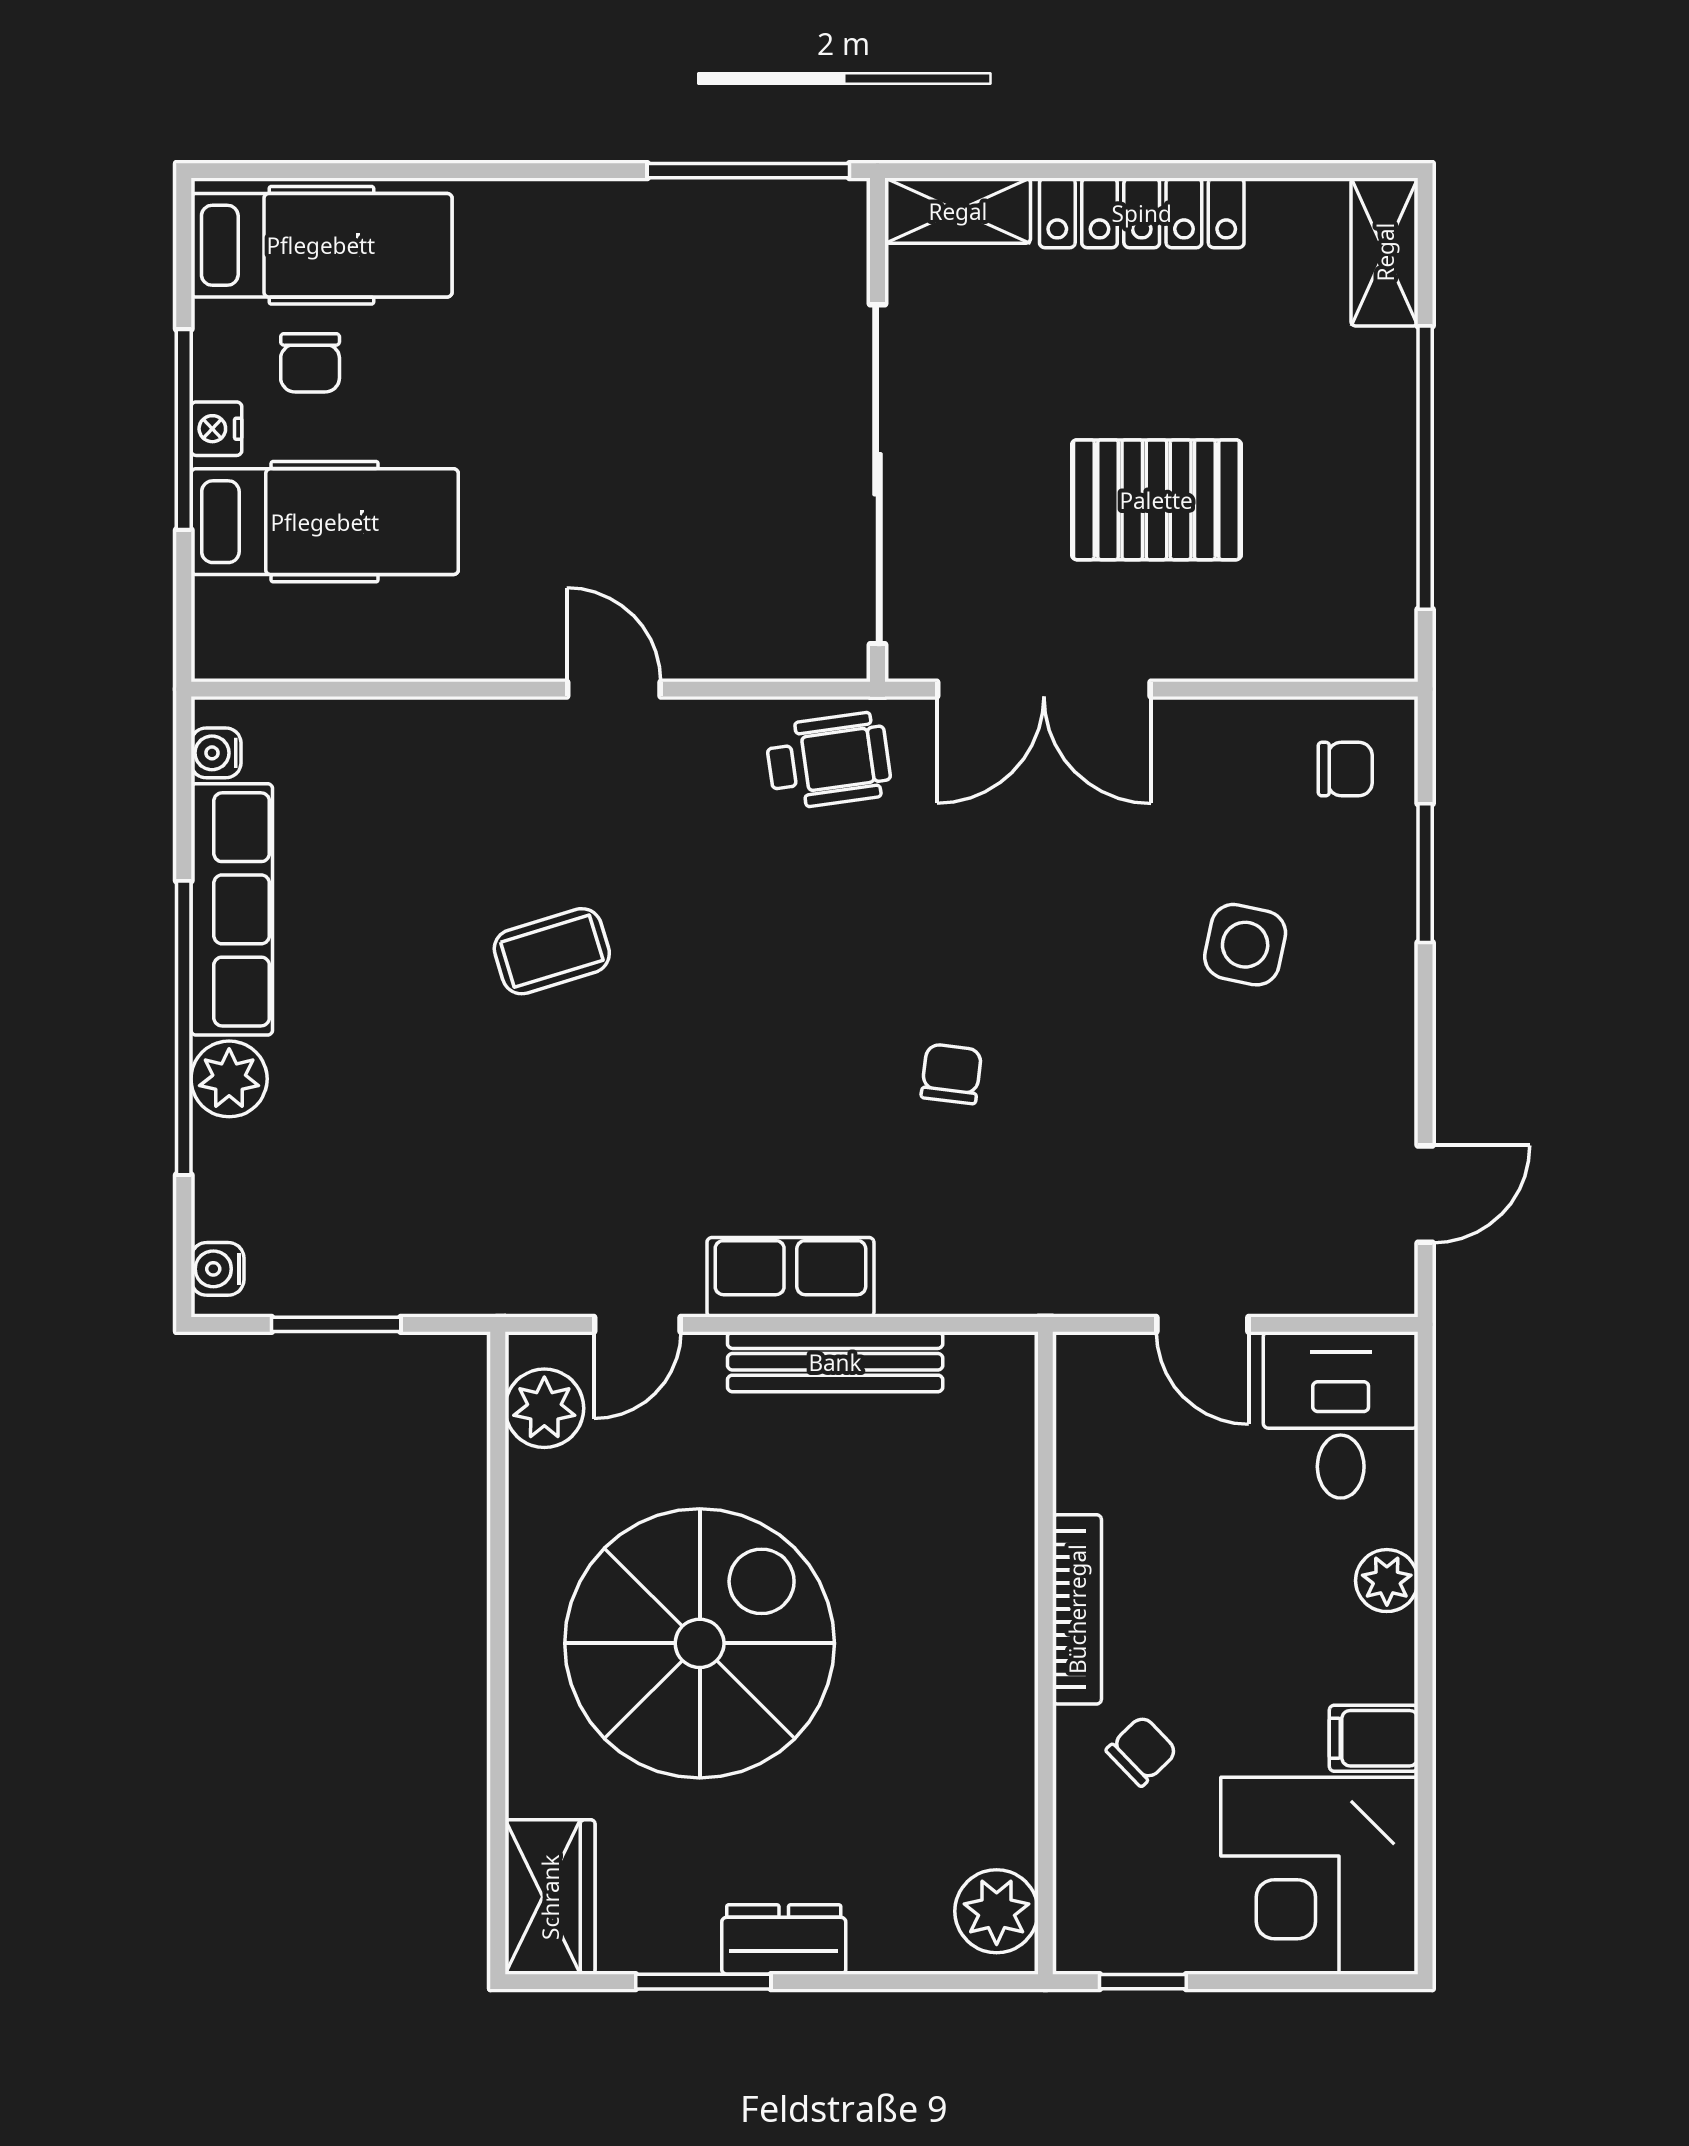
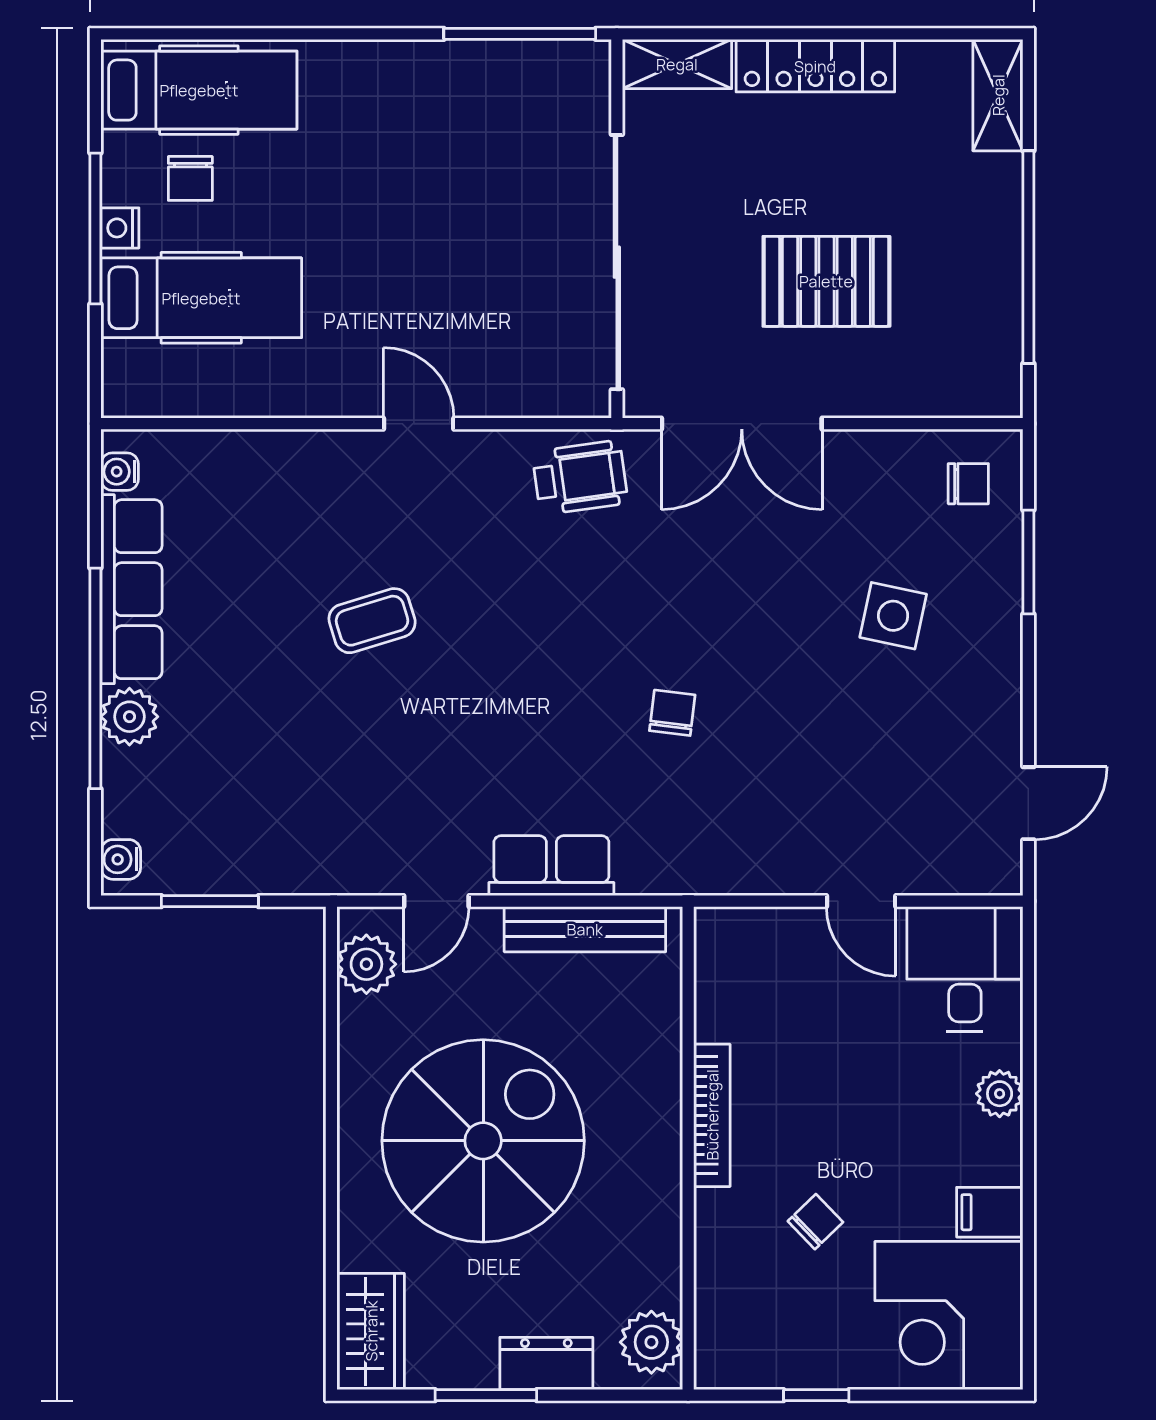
bookcase: (1077, 1609) -> (712, 1115), moved
wall: (1045, 1653) -> (688, 1148), moved
plant: (997, 1911) -> (651, 1342), moved

